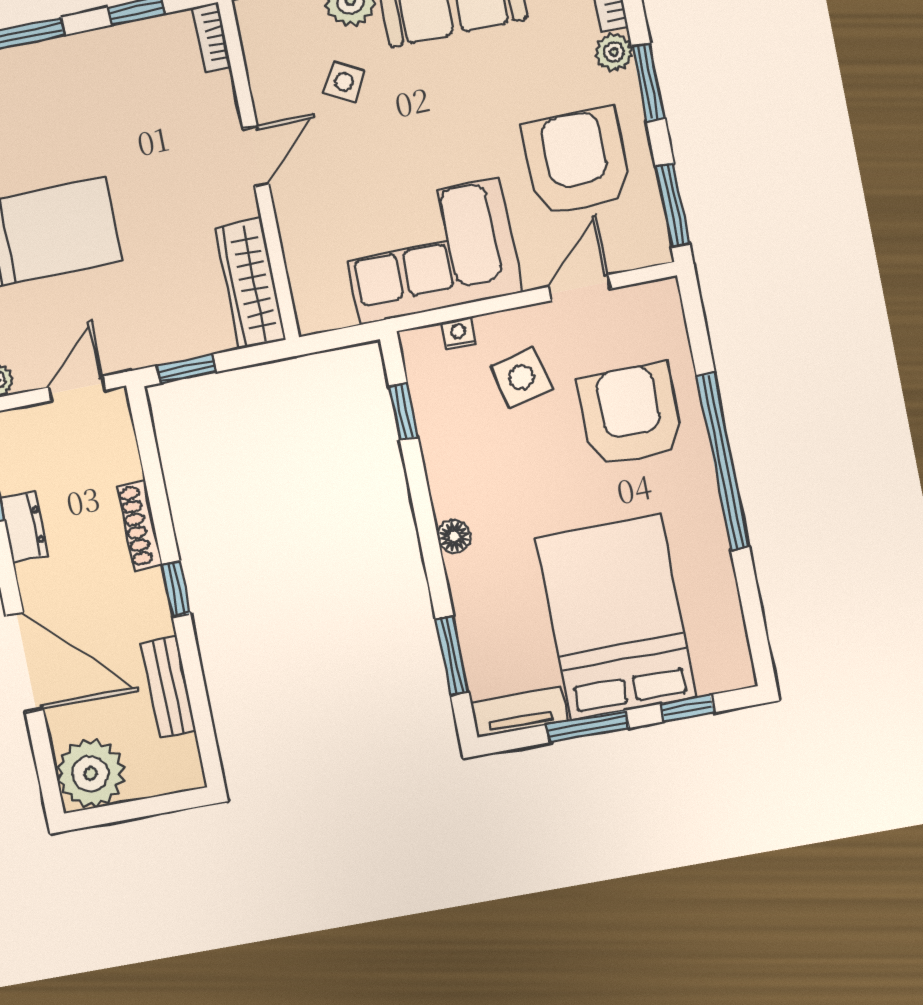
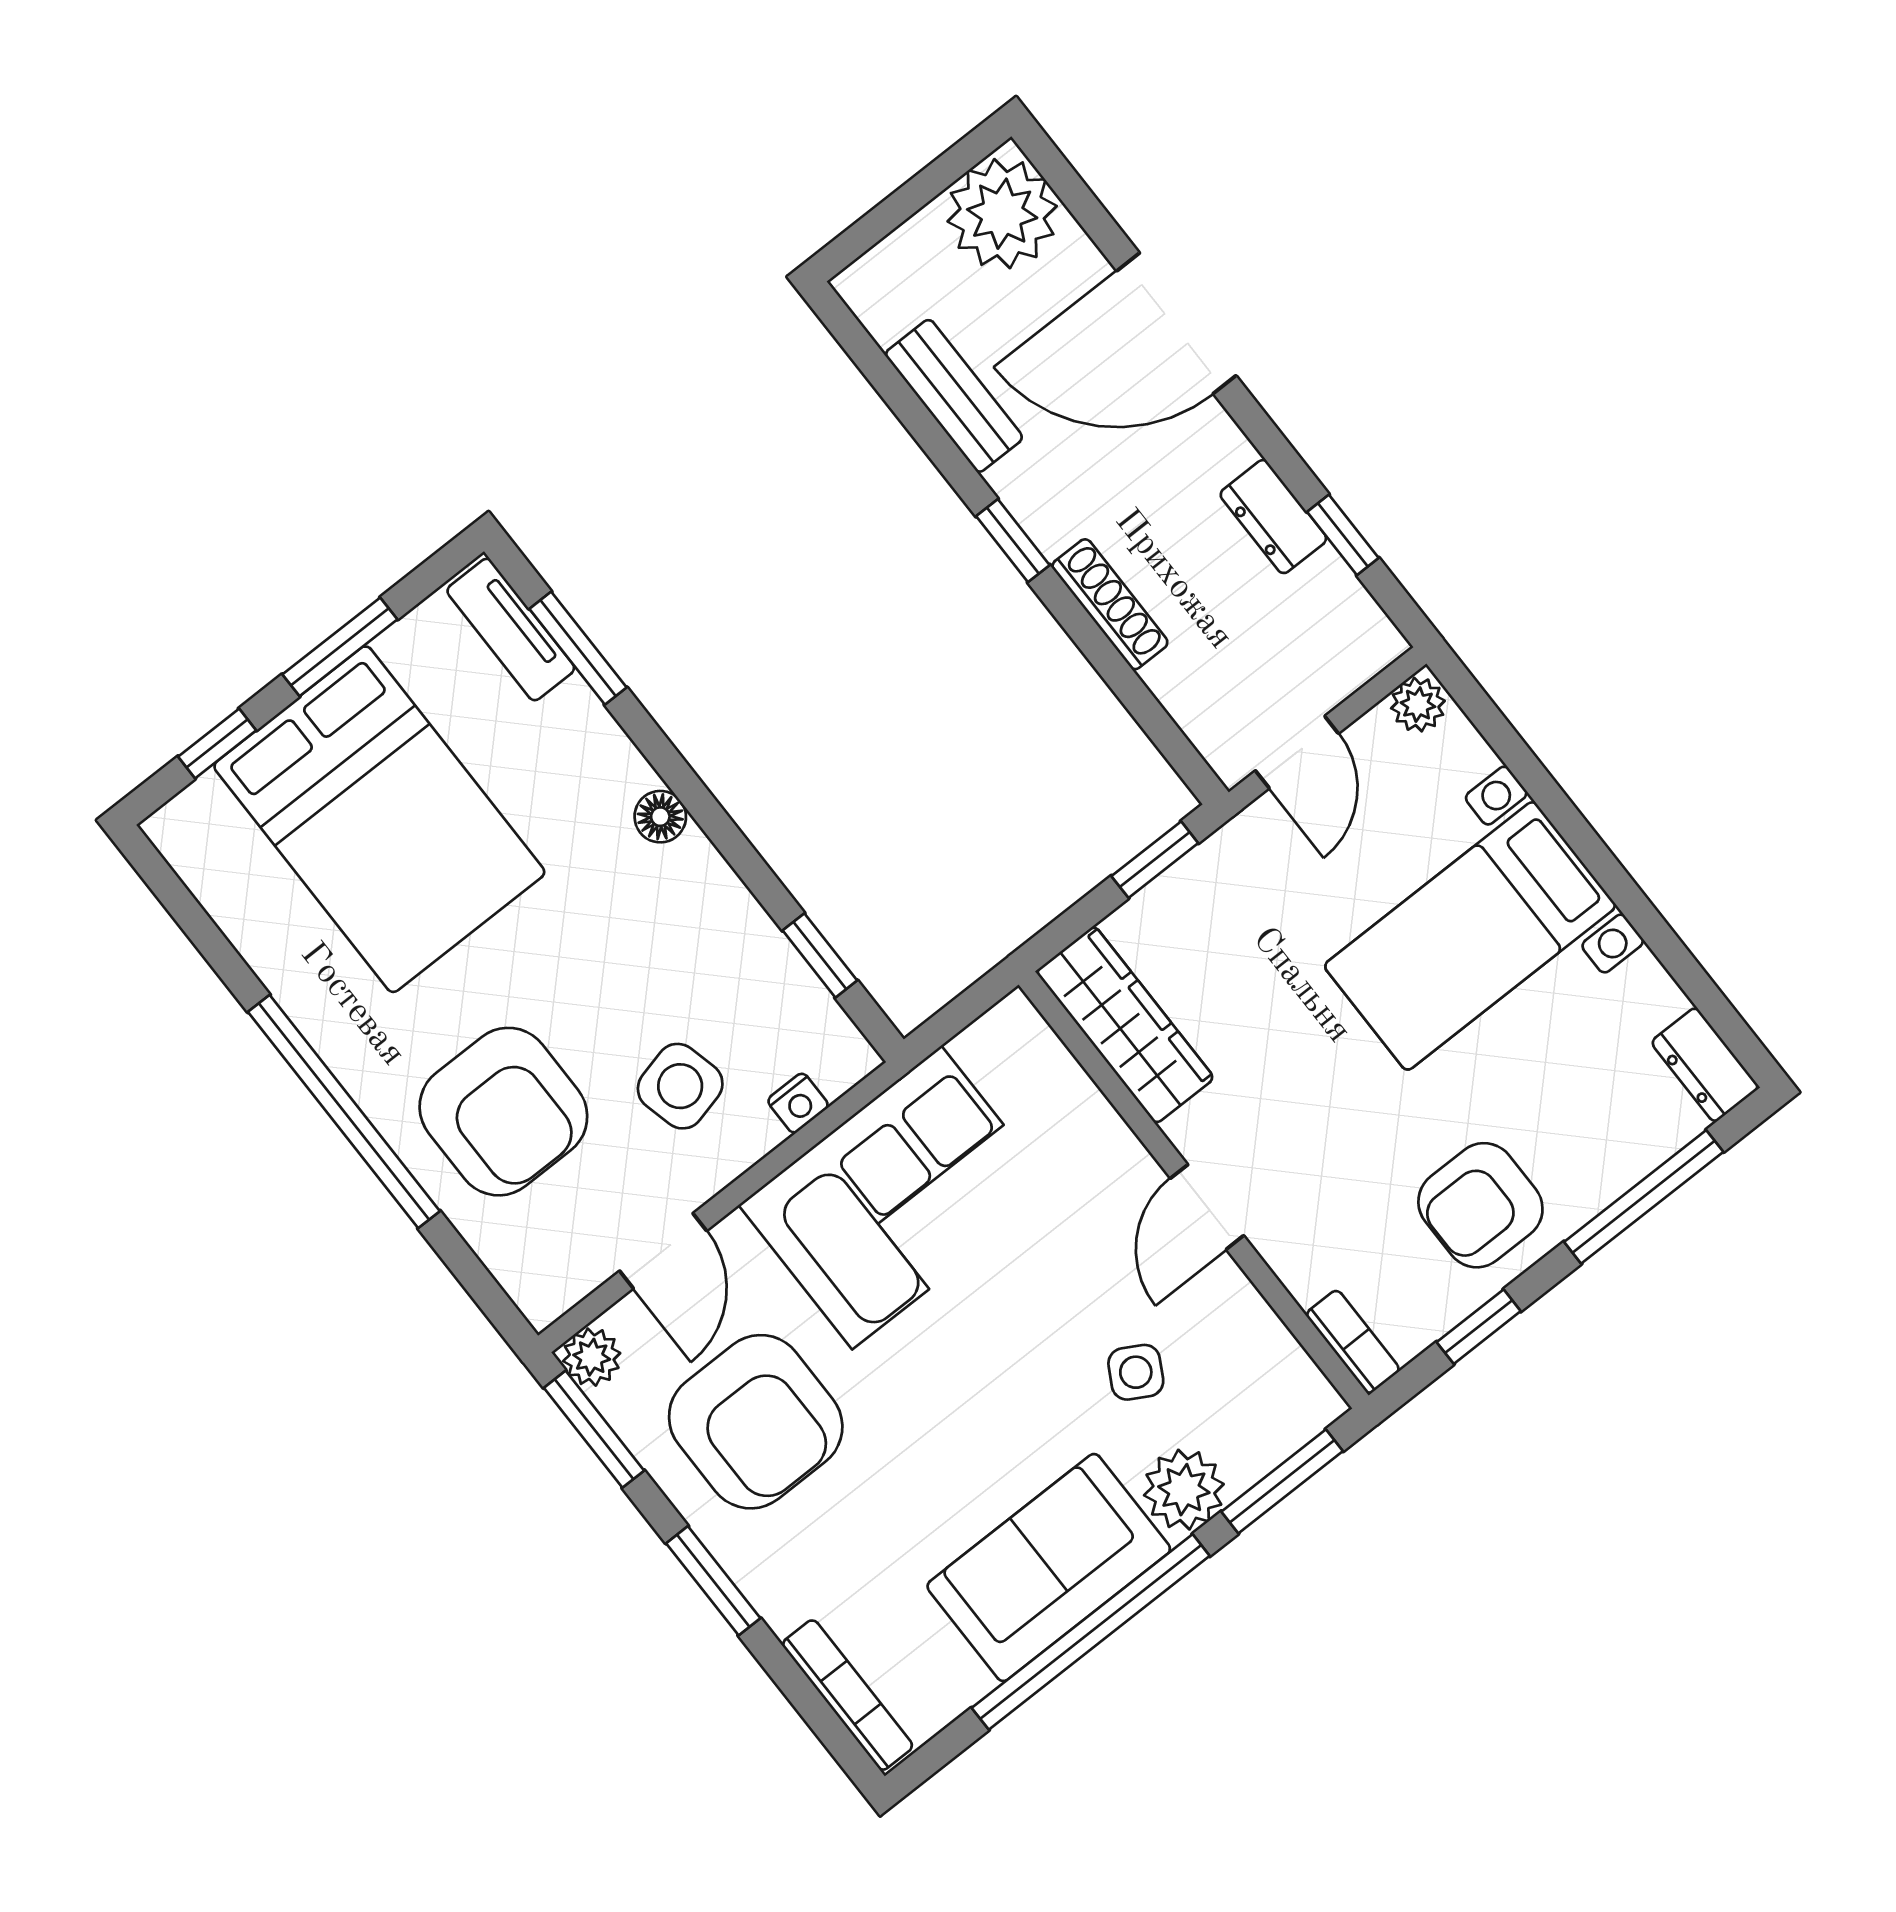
plant: (614, 52) -> (592, 1357), moved
armchair: (101, 79) -> (1480, 1205), added
tv unit: (519, 712) -> (511, 629), moved, turned 90

